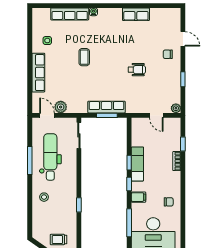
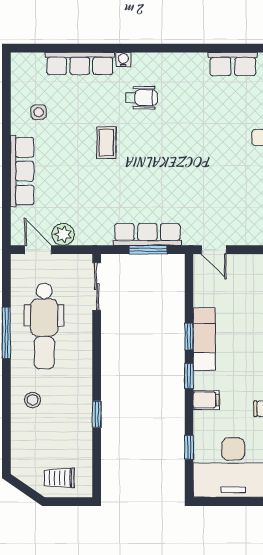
row of seats: (136, 14) -> (233, 64), moved
wheelchair: (137, 70) -> (141, 98), moved
door: (156, 115) -> (214, 250), moved
dental chair: (50, 157) -> (44, 326), turned 180
window: (129, 223) -> (189, 447), width x0.46

